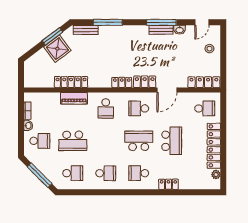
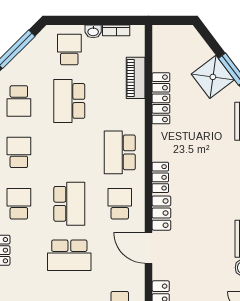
piano: (74, 98) -> (136, 78), moved
school desk: (106, 108) -> (120, 152), width x1.85
school desk: (40, 141) -> (69, 50), turned 180
school desk: (106, 173) -> (19, 152), turned 180

